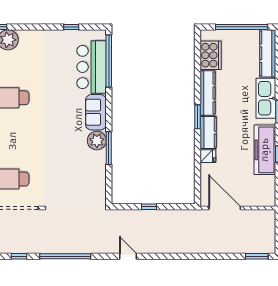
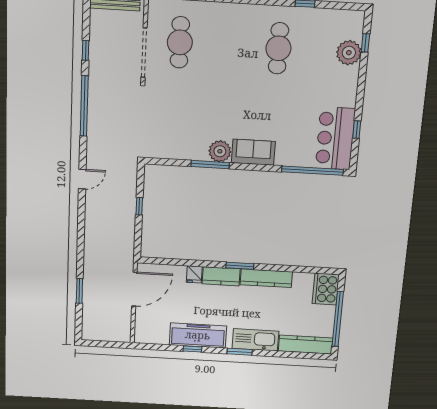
cooker: (211, 55) -> (326, 289), moved, turned 90
bar counter: (92, 67) -> (335, 138), moved, turned -90
window: (257, 256) -> (79, 291), moved

